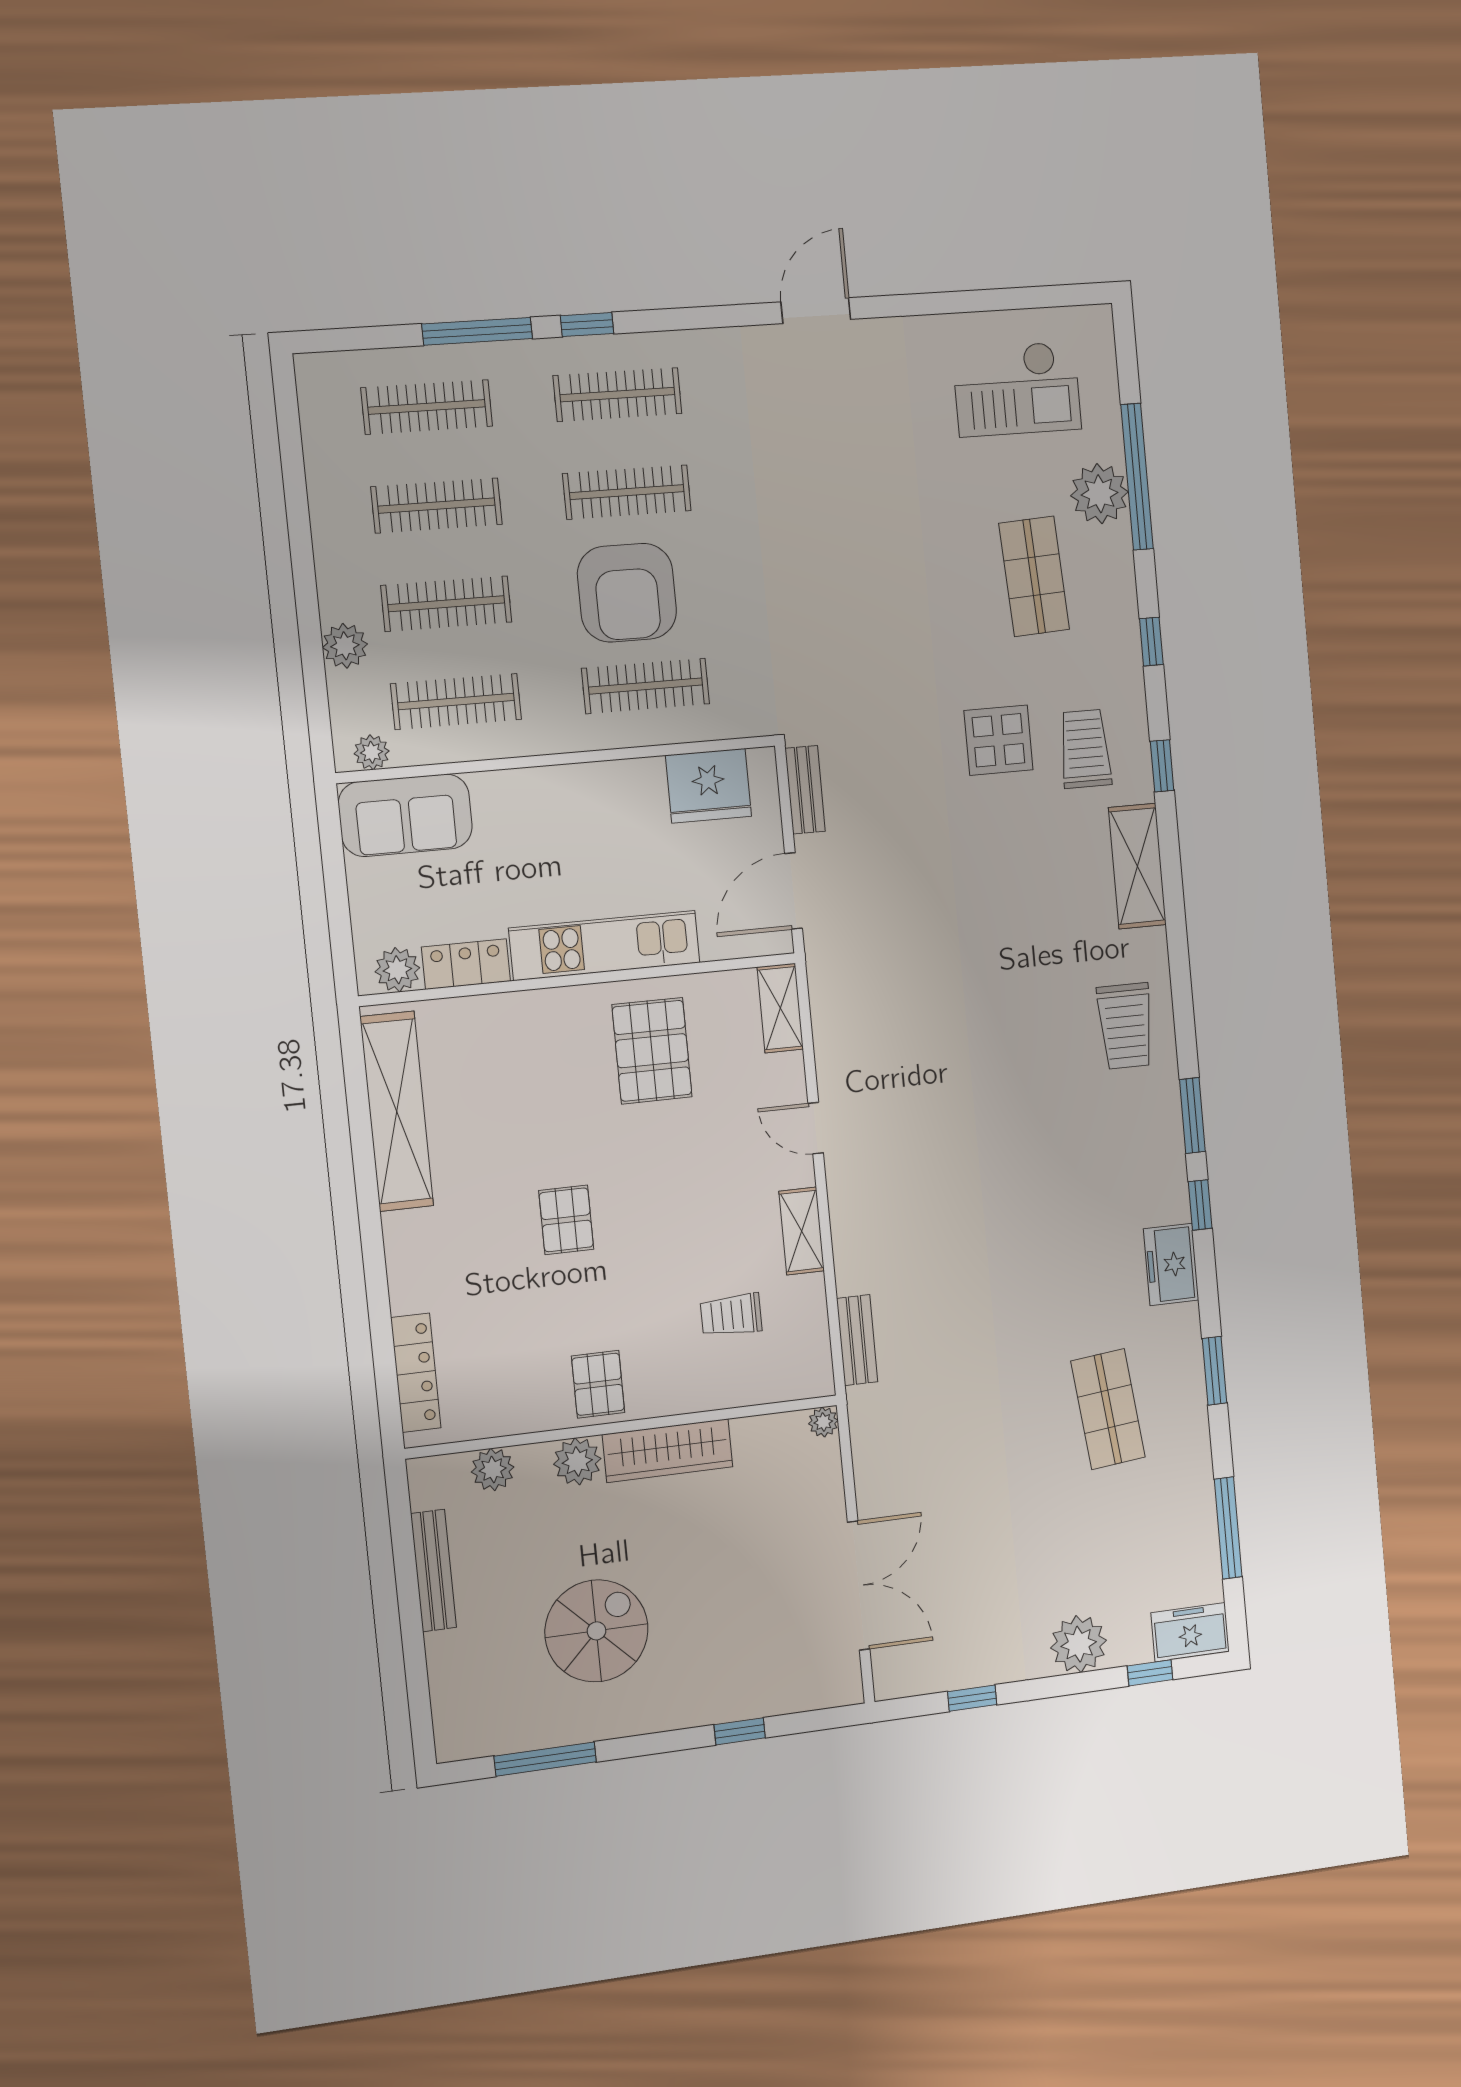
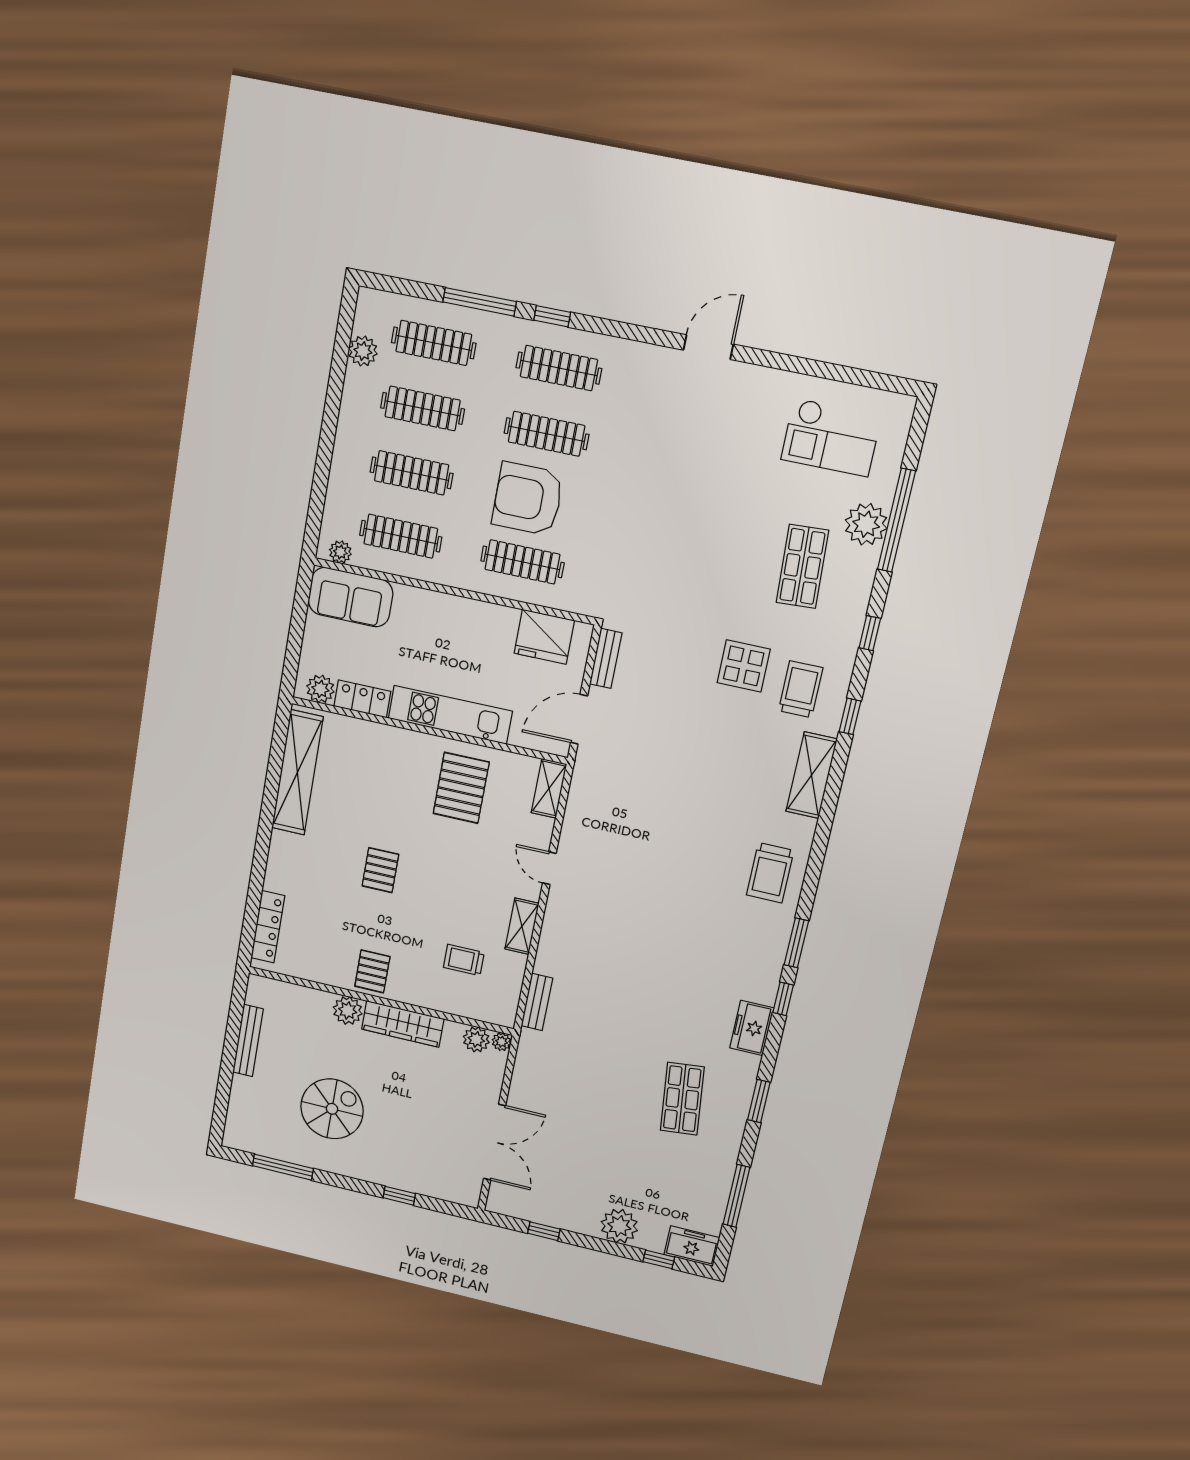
armchair: (627, 593) -> (528, 499), turned 90
plant: (345, 646) -> (363, 351), moved
plant: (493, 1469) -> (476, 1039), moved

